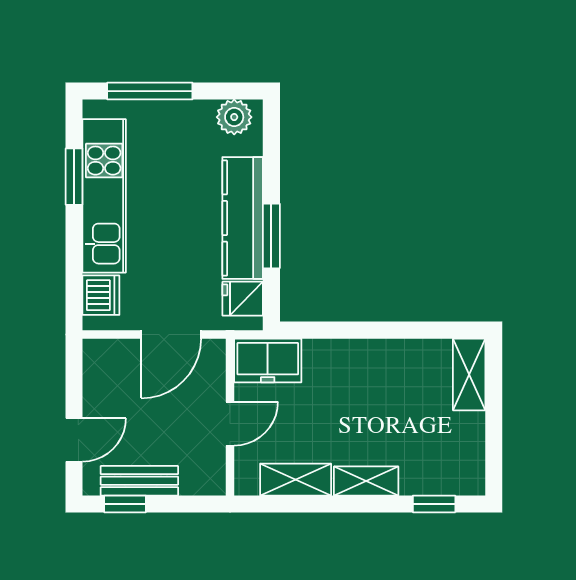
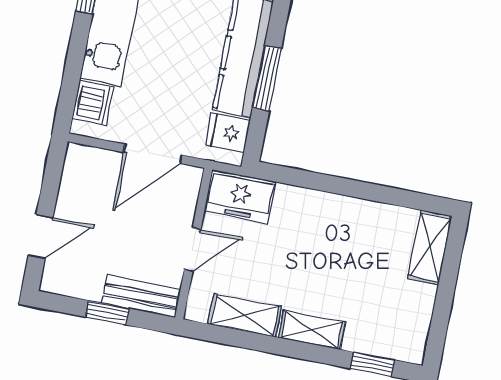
bench: (139, 481) -> (141, 296), moved
window: (125, 504) -> (107, 313), moved

